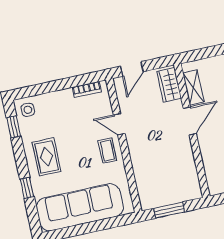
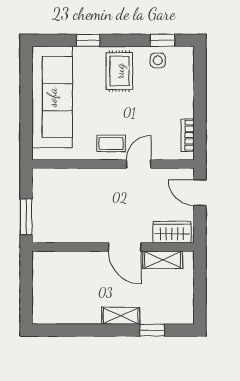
side table: (28, 110) -> (158, 60), moved
rug: (47, 157) -> (119, 71), turned 90
window: (169, 210) -> (26, 217), moved

